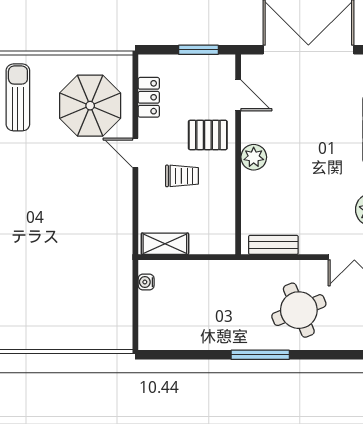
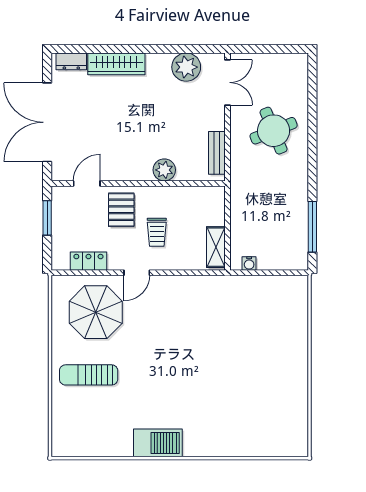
plant: (254, 157) -> (164, 170), moved
trolley: (182, 176) -> (157, 232), turned 180
window: (260, 355) -> (312, 227), moved

